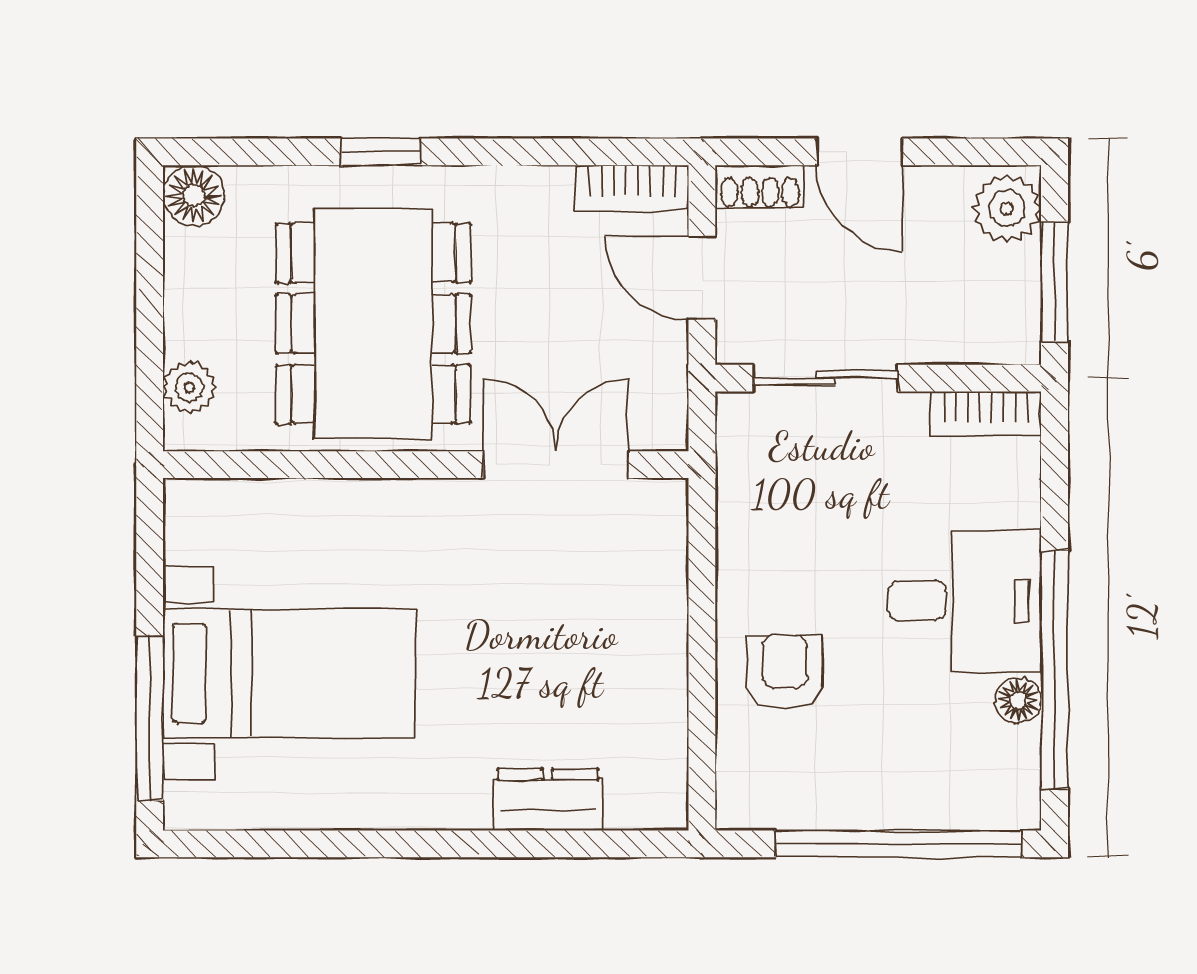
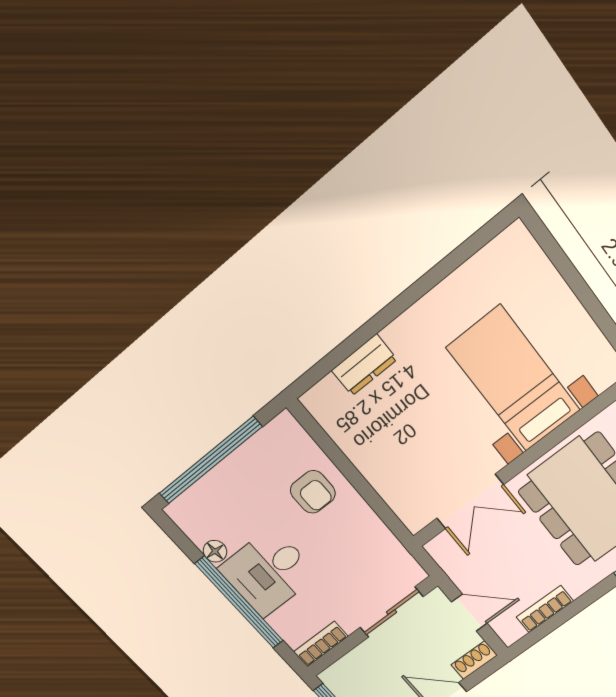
bookcase: (632, 188) -> (545, 609), moved
window: (1055, 670) -> (239, 603), moved
bed with nightstands: (289, 673) -> (513, 379), moved, turned 90
window: (150, 718) -> (562, 263), removed

